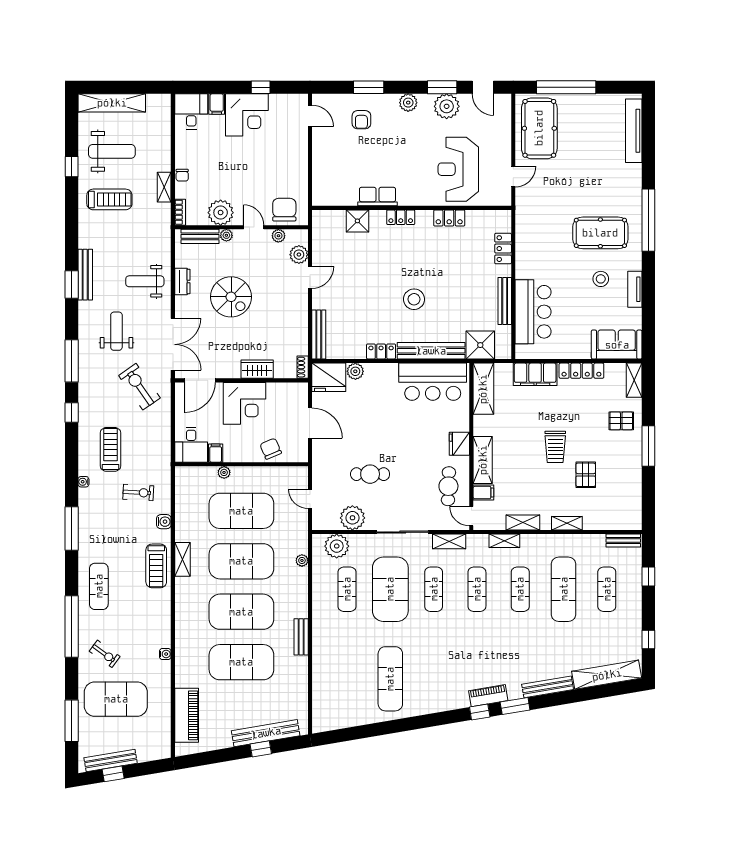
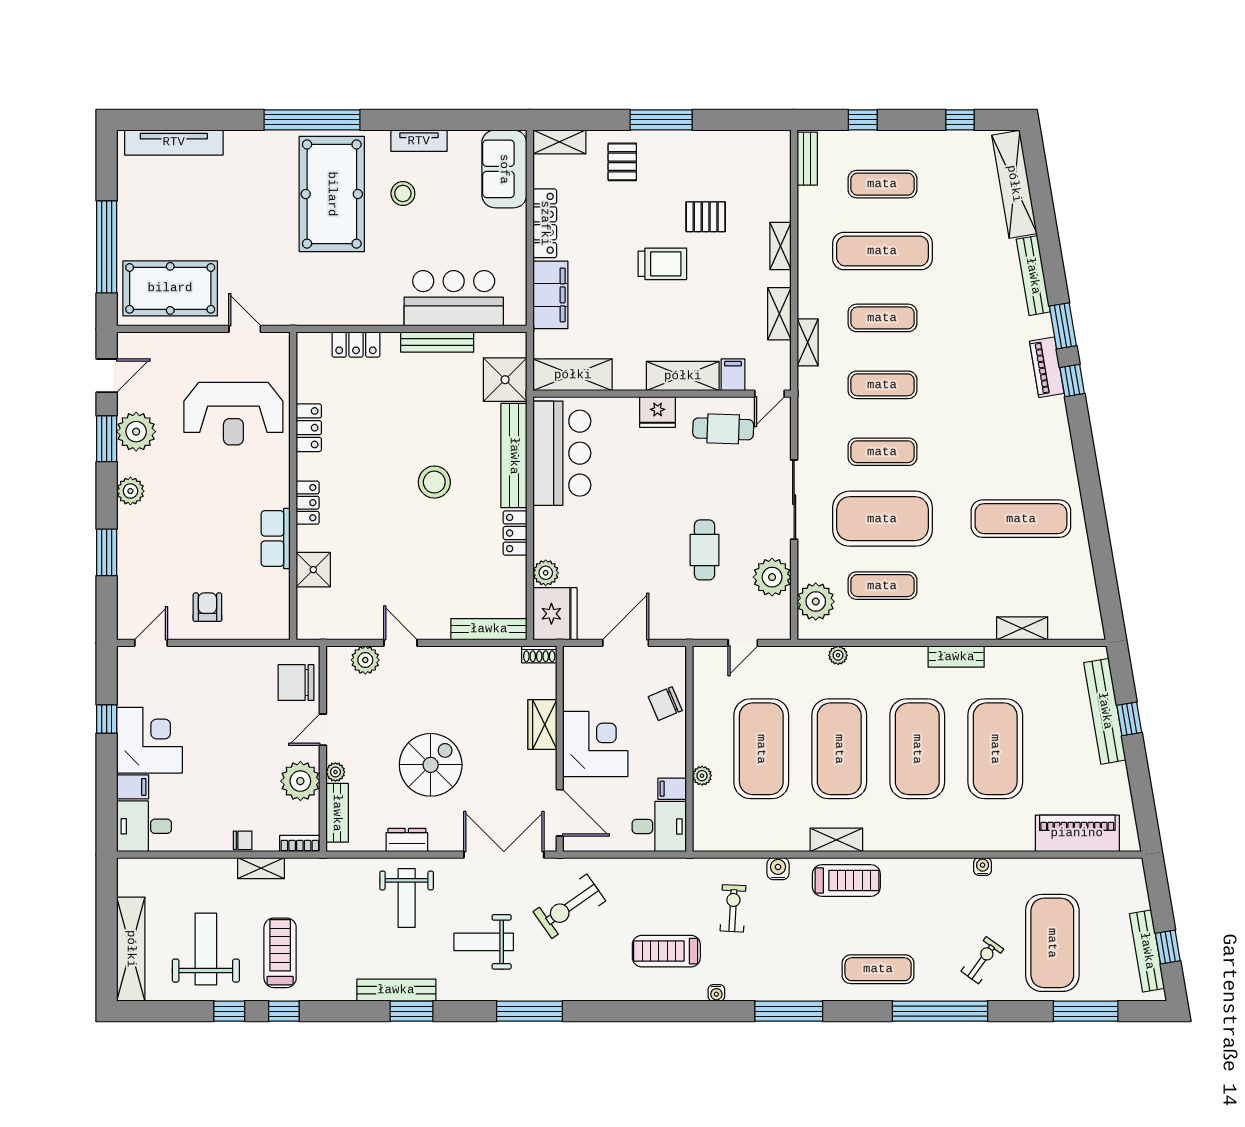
armchair: (361, 120) -> (207, 607), moved, turned -90
pool table: (600, 233) -> (332, 194), width x1.36, depth x1.32
plant: (278, 236) -> (336, 692), removed
window: (72, 412) -> (284, 1011), moved
shelving: (449, 541) -> (1022, 628), moved, turned 90

